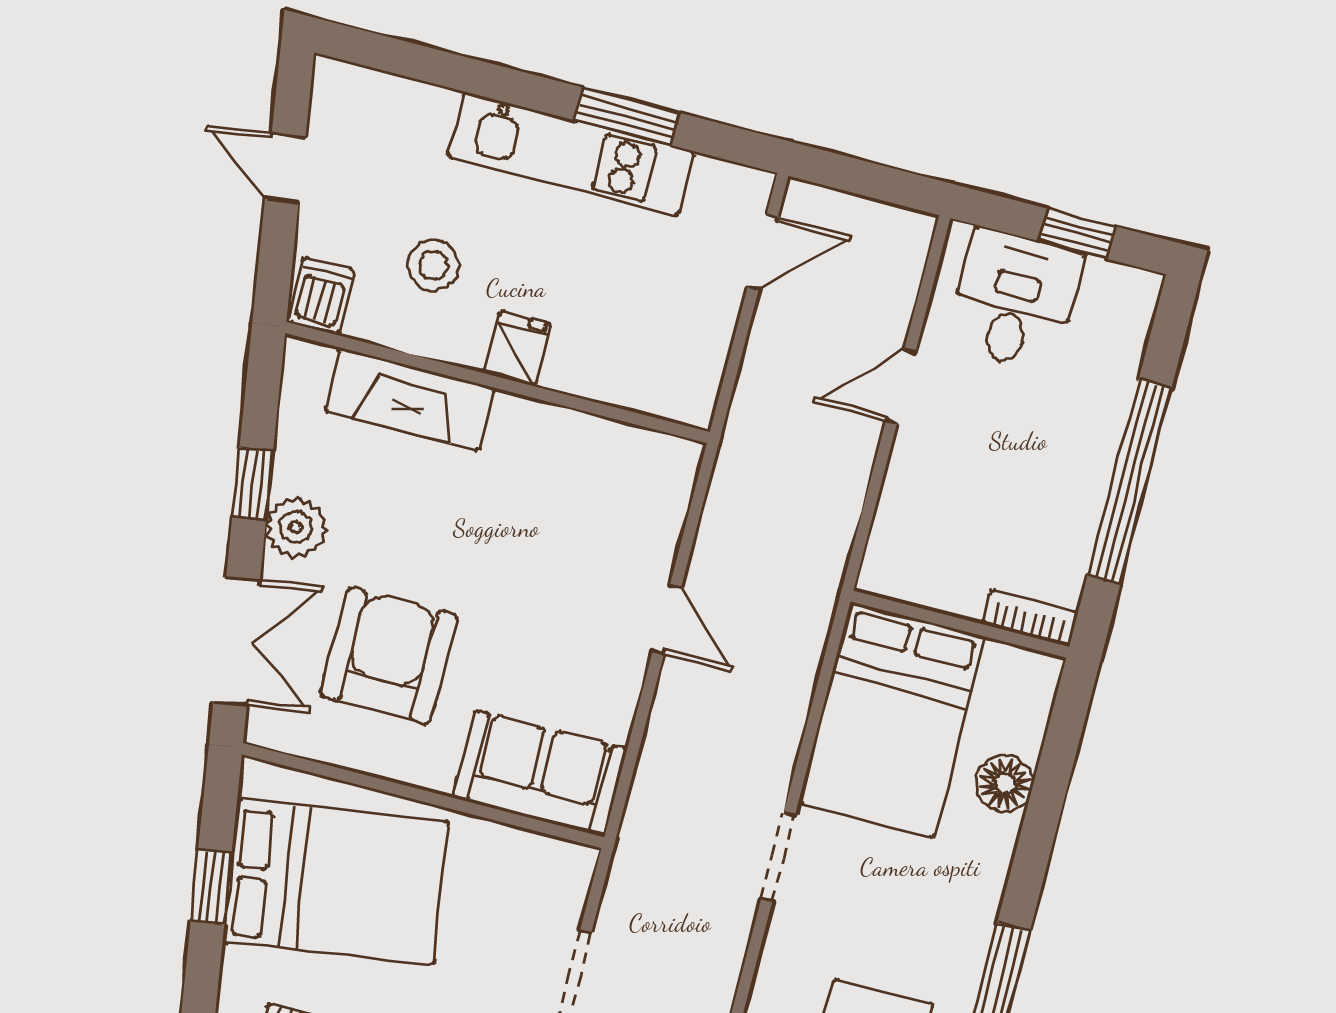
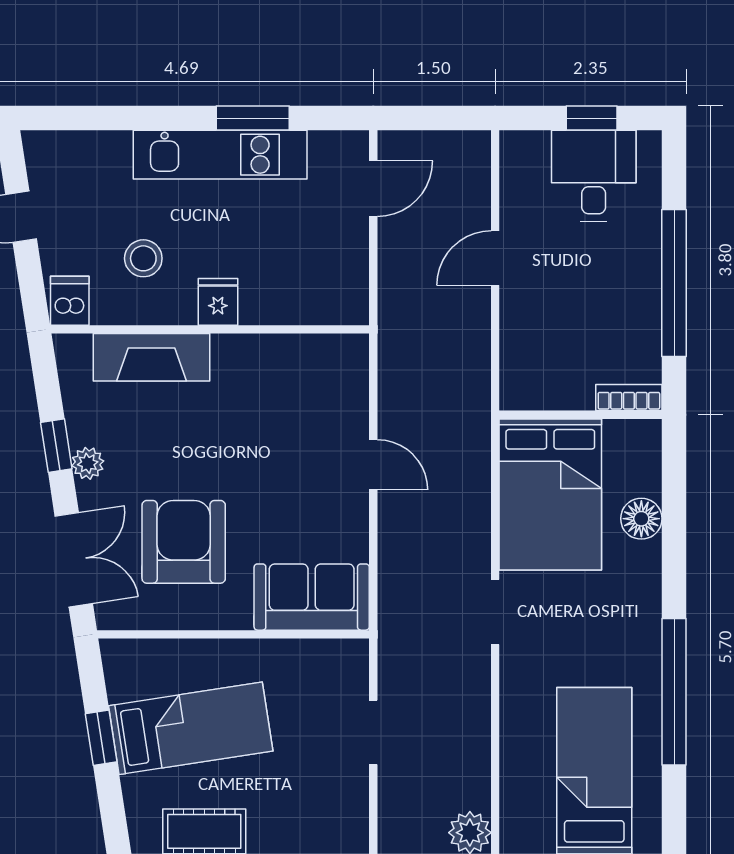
desk: (1015, 299) -> (594, 176), moved
plant: (296, 527) -> (88, 463), width x0.73, depth x0.73
bed: (336, 882) -> (191, 728), width x0.67

